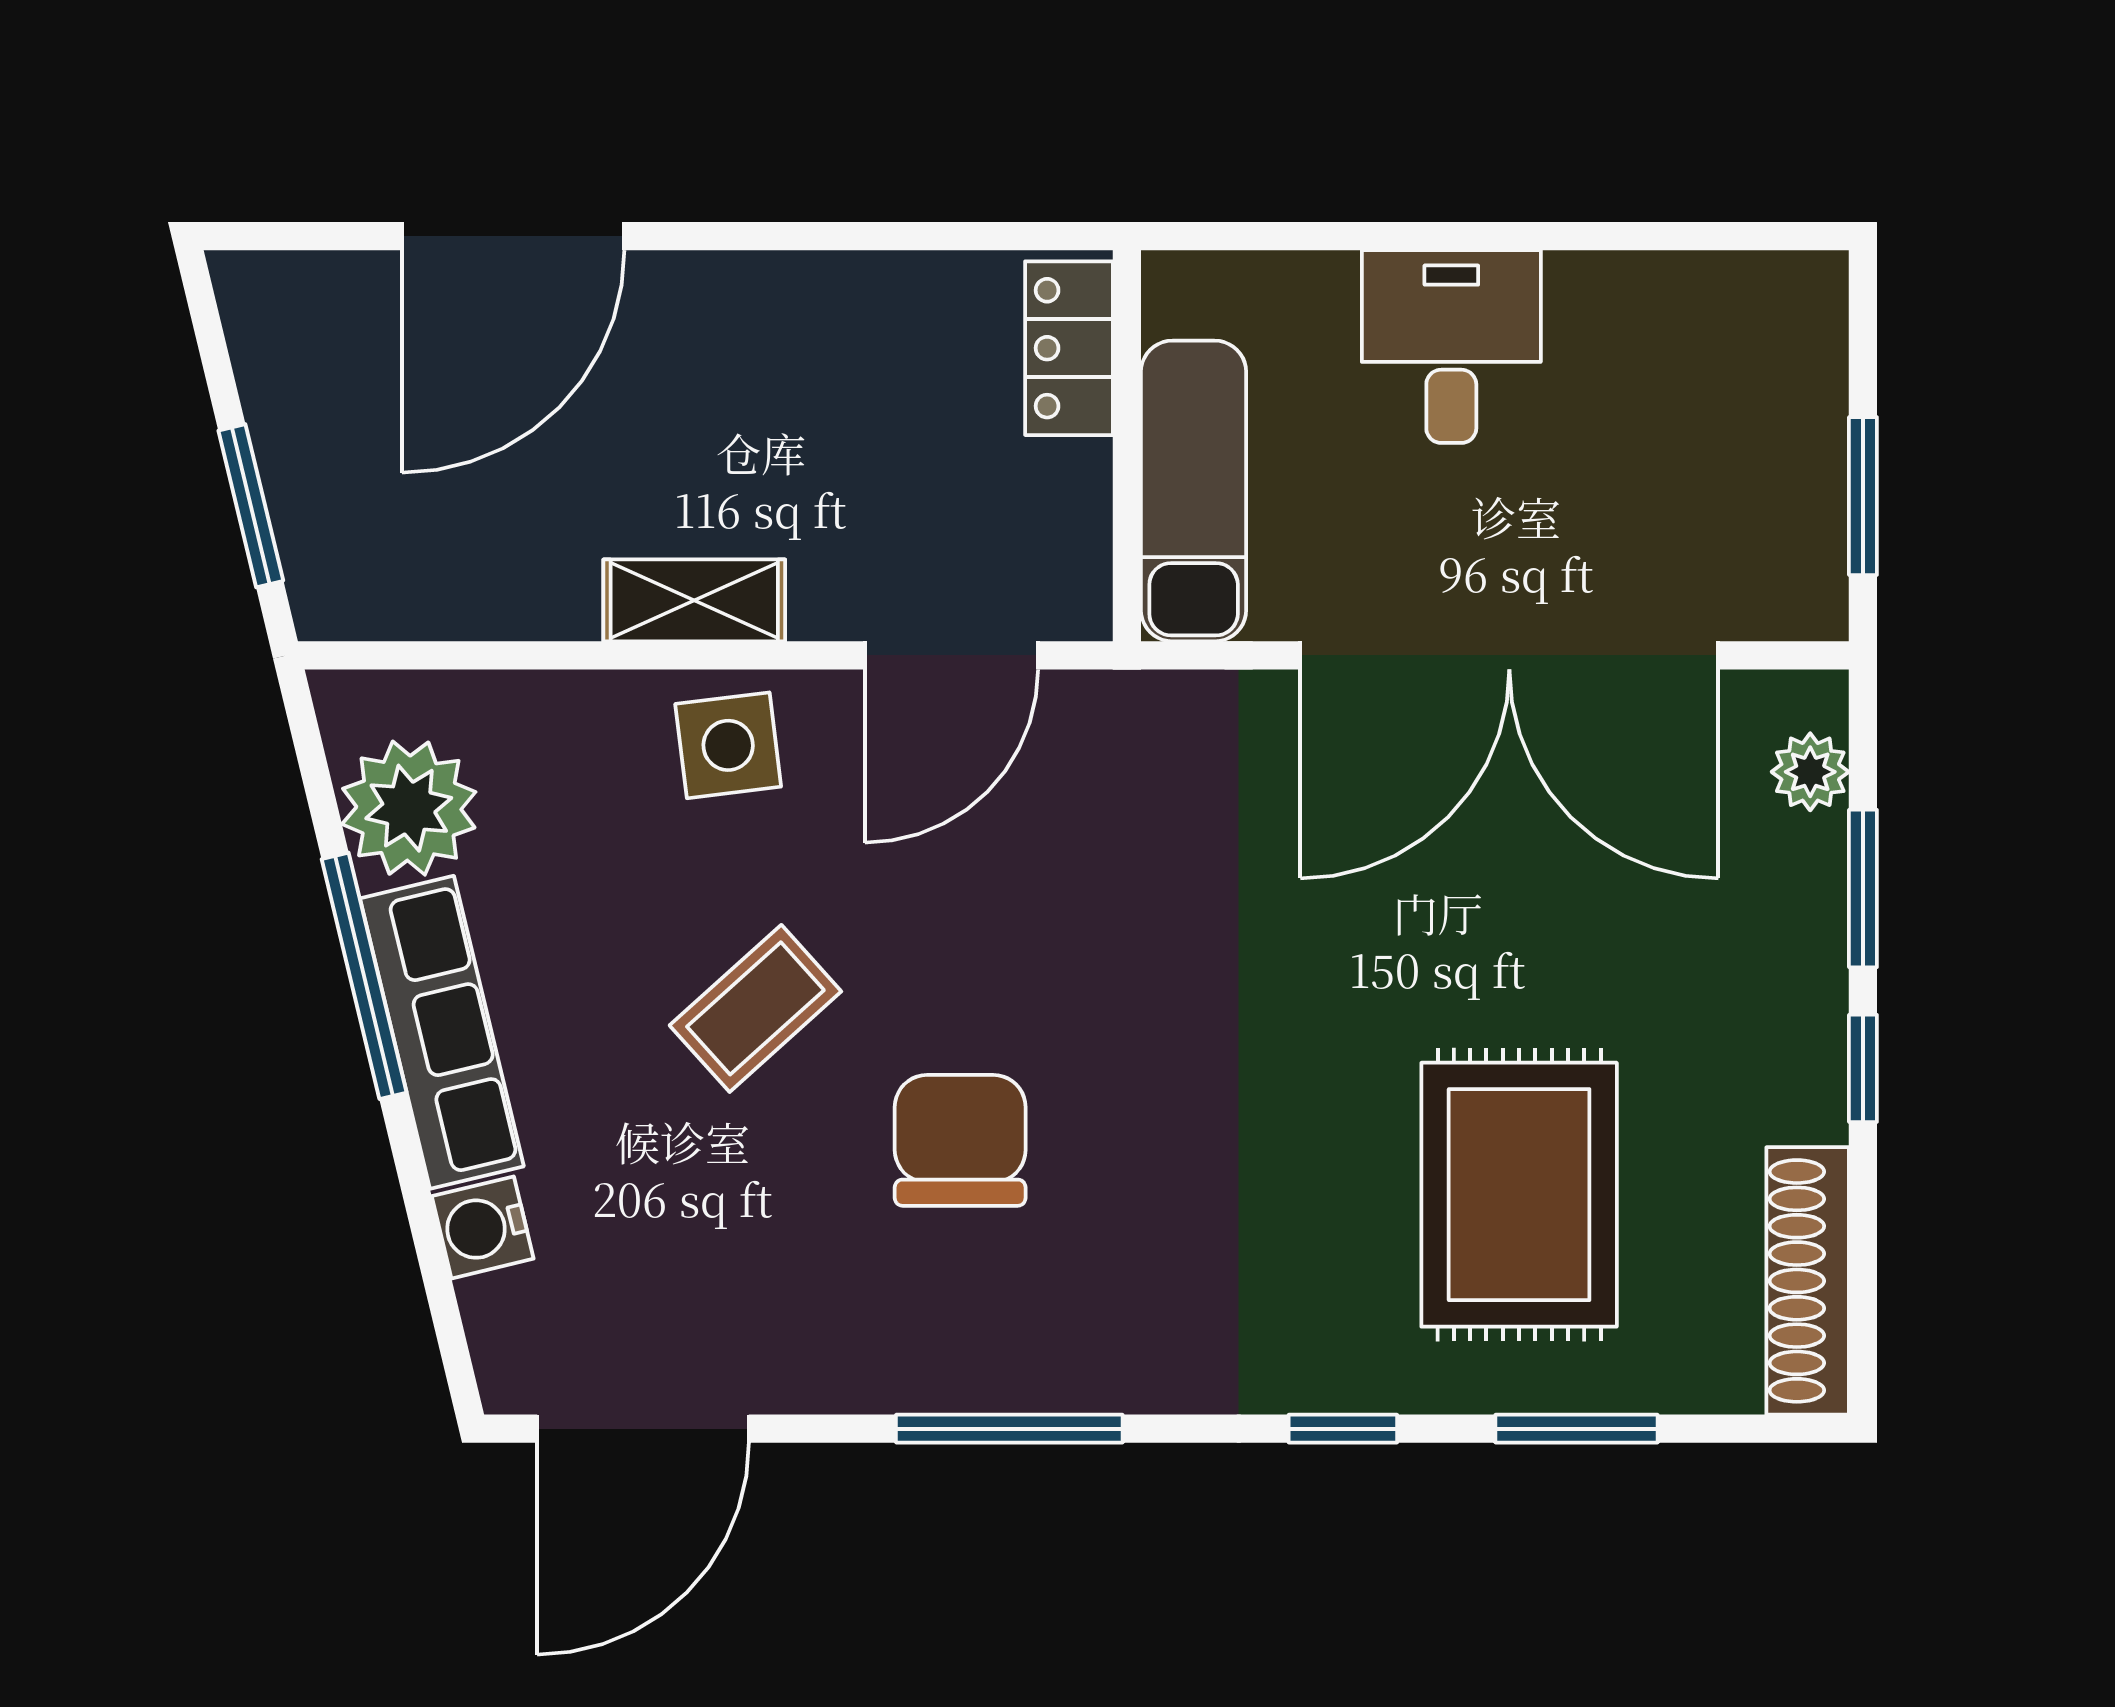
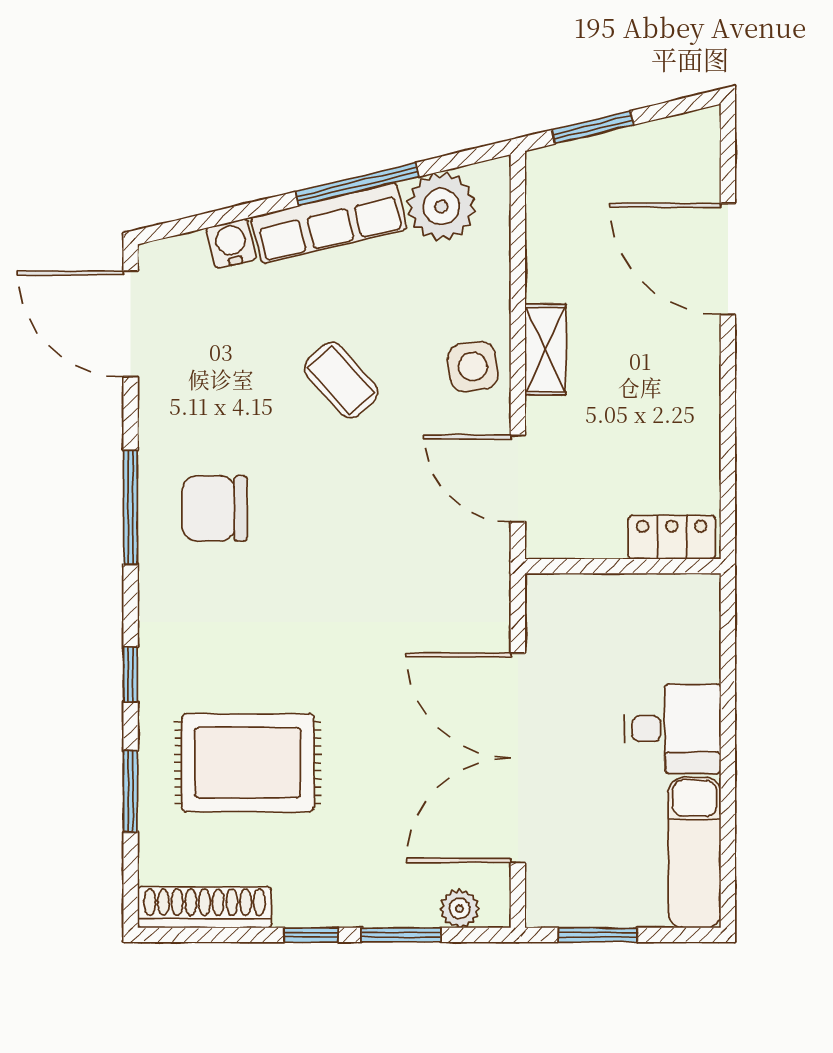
exam couch: (1194, 491) -> (695, 853), moved, turned 90
chair: (960, 1140) -> (215, 508), moved, turned 180

